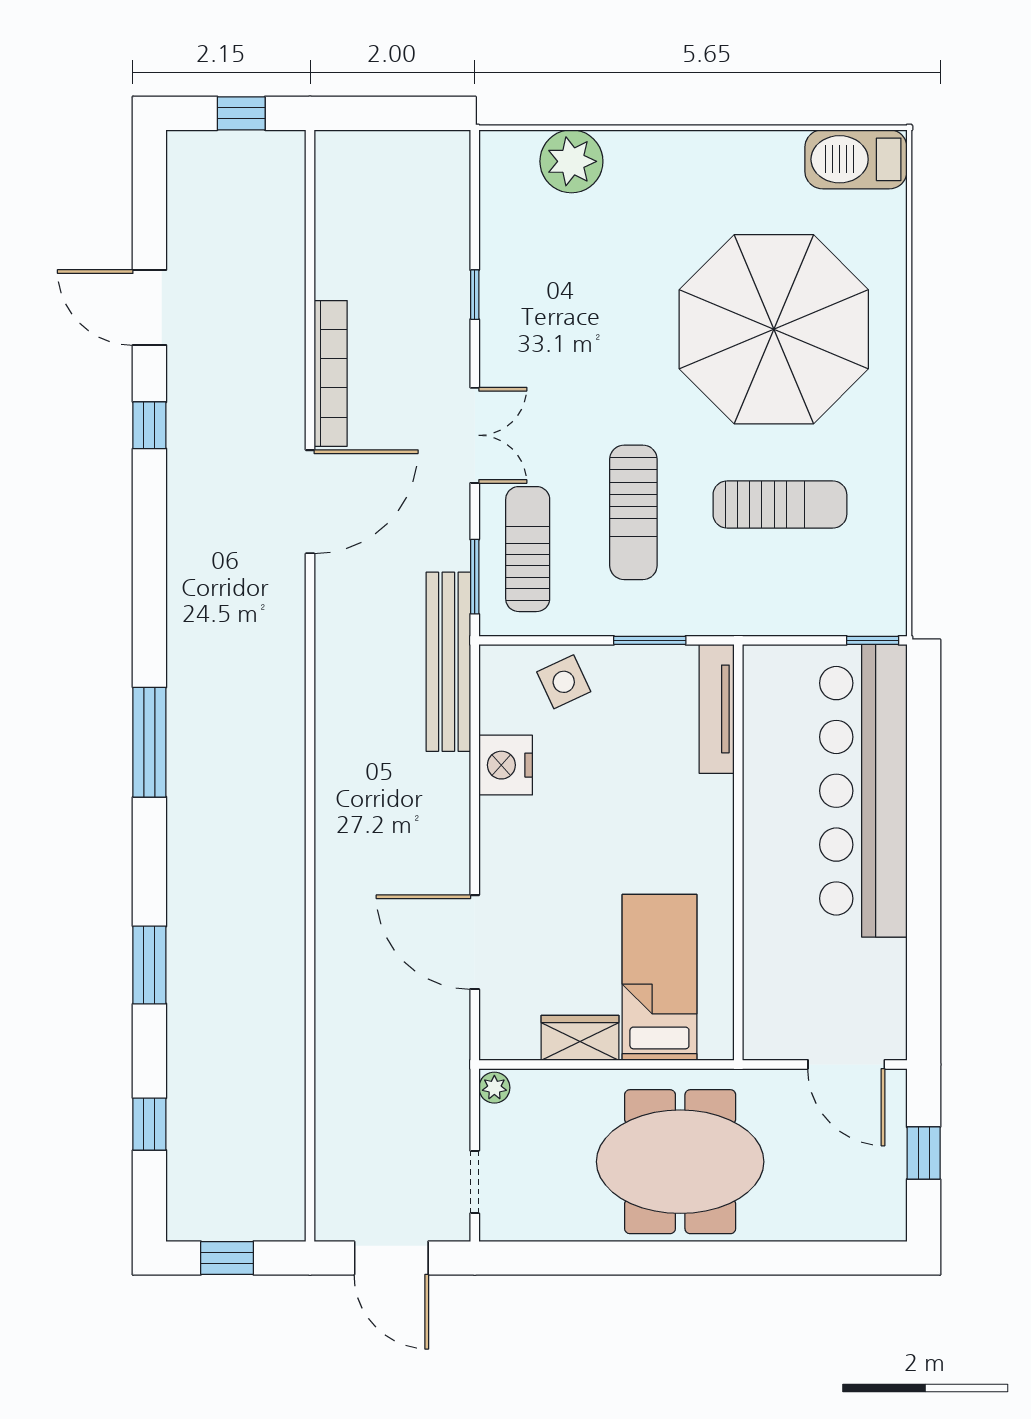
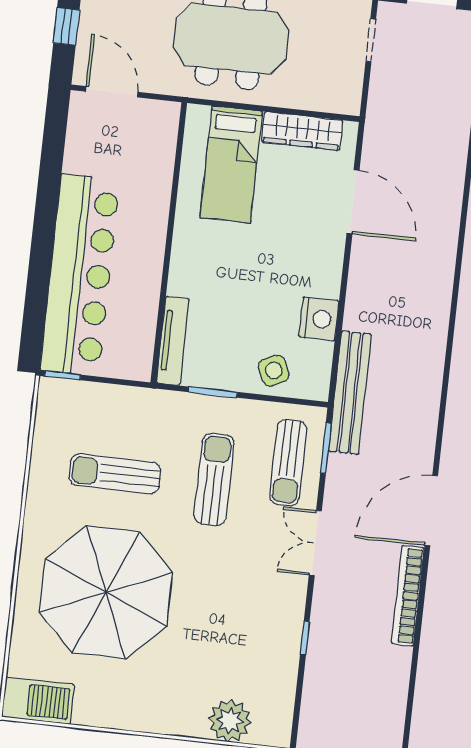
wardrobe: (580, 1038) -> (302, 131), width x1.50
plant: (494, 1088) -> (351, 102), removed

